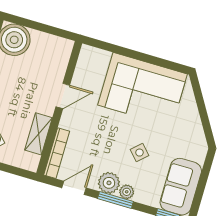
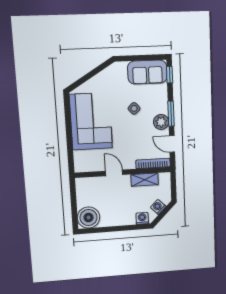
plant: (127, 192) -> (163, 108), removed

